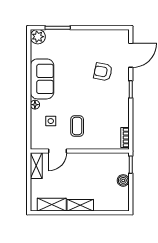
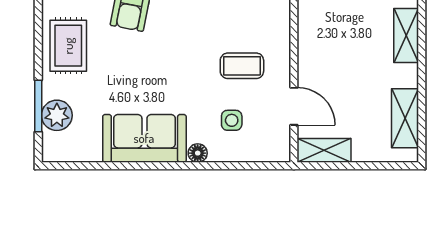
plant: (38, 37) -> (57, 115), moved
rug: (87, 42) -> (68, 46), added
shelving: (80, 205) -> (406, 36), moved

